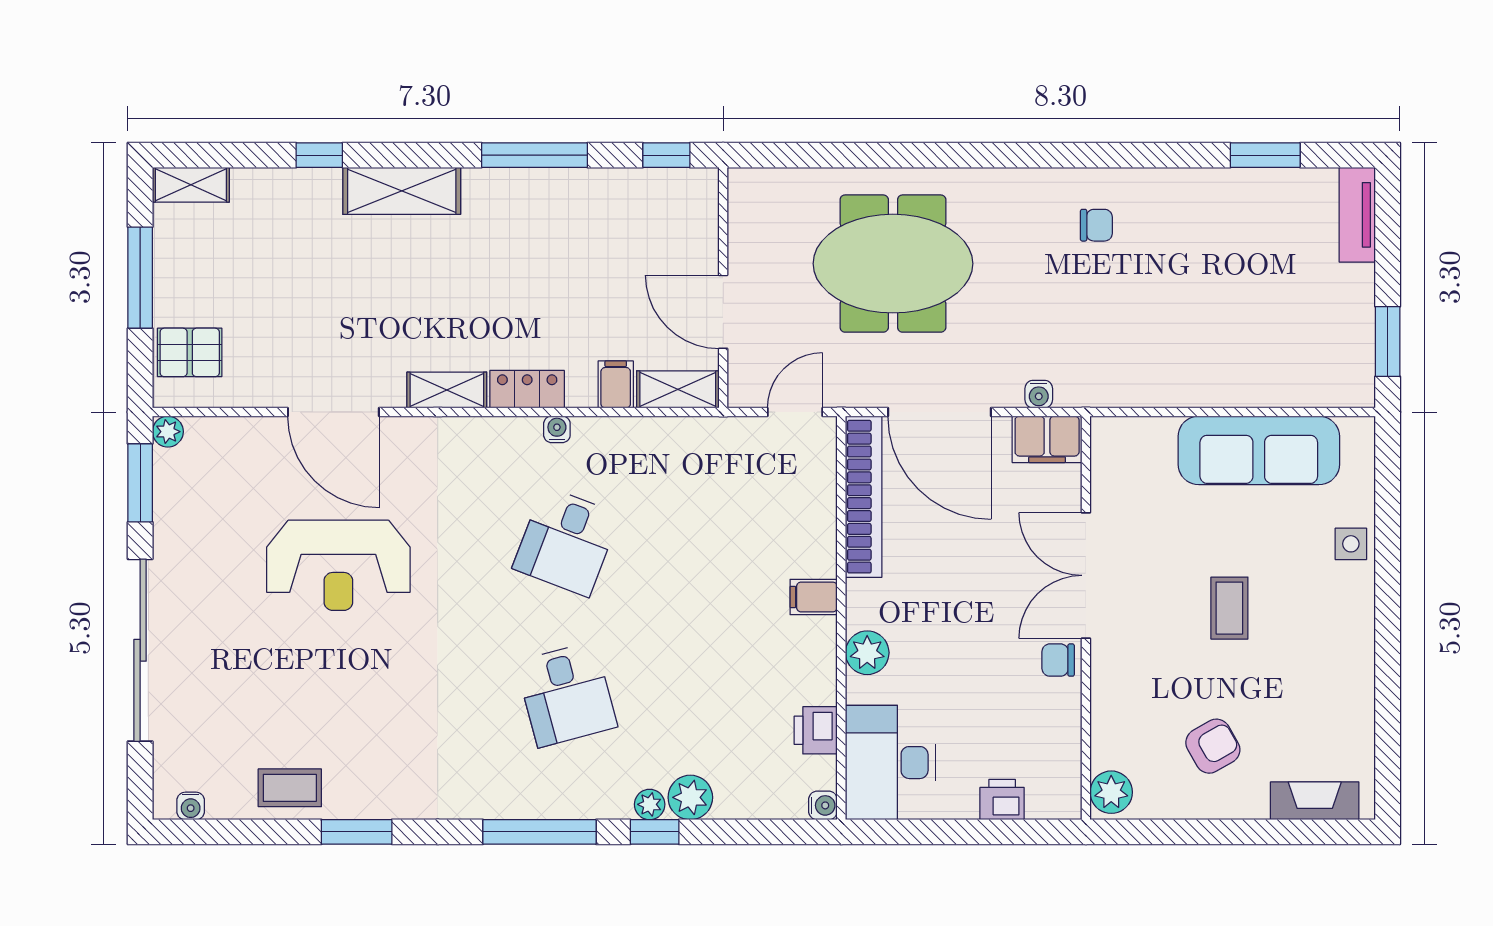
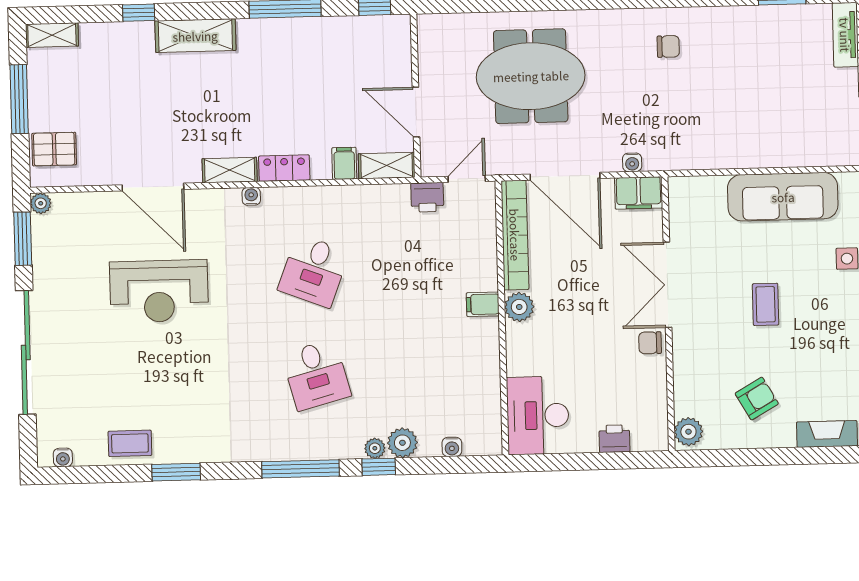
water cooler: (557, 429) -> (251, 196), moved
plant: (867, 653) -> (519, 307), moved
printer: (816, 730) -> (427, 197), moved, turned -90
water cooler: (823, 805) -> (452, 447), moved, turned 90

